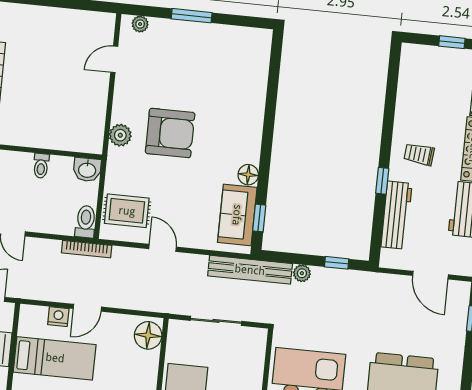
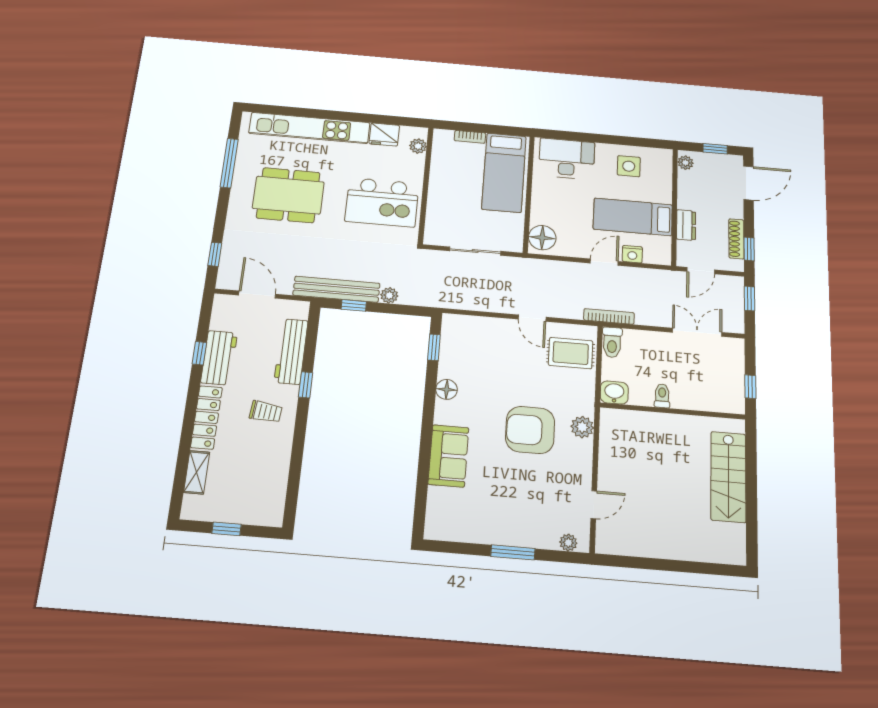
sofa: (237, 215) -> (448, 456), moved
bench: (250, 270) -> (336, 289), moved

